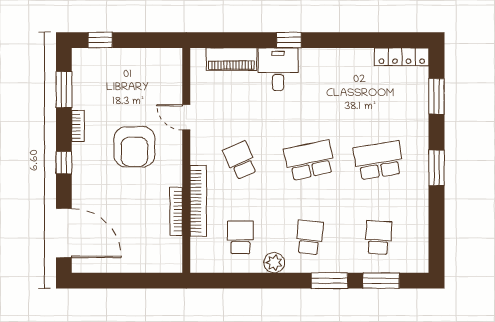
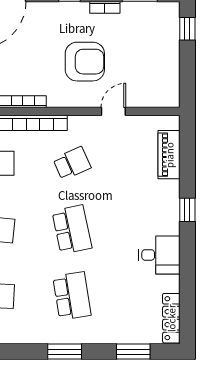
desk: (278, 69) -> (159, 255), moved
armchair: (134, 147) -> (85, 62), turned 180

